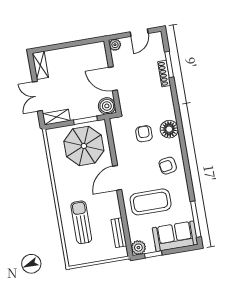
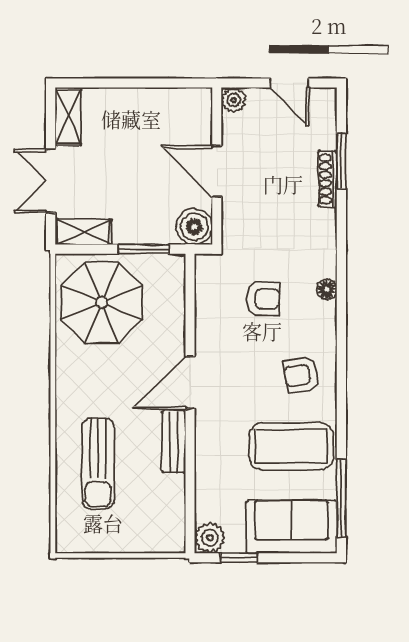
door: (139, 33) -> (289, 83), hinge flipped
floor lamp: (169, 129) -> (327, 289), width x0.53, depth x0.53
armchair: (144, 134) -> (263, 299), turned 90
parasol: (84, 146) -> (102, 302), moved
coffee table: (151, 202) -> (291, 446), moved
sun lounger: (81, 222) -> (98, 464), turned 180
bench: (119, 233) -> (174, 442), moved

